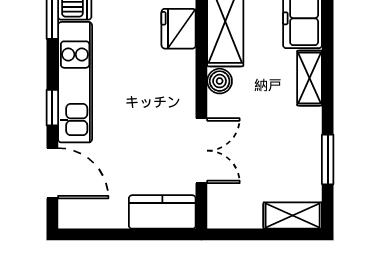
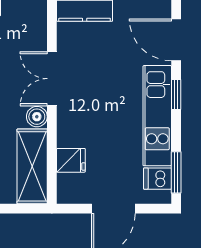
fridge: (179, 29) -> (71, 160), width x0.72
double door: (201, 151) -> (52, 79), moved

